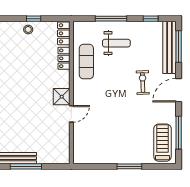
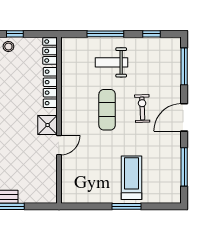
weight bench: (116, 43) -> (111, 62), turned 180
bench: (169, 47) -> (174, 68), removed
locker: (64, 58) -> (50, 87), width x1.53
exercise mat: (86, 62) -> (107, 110), moved
treadmill: (162, 143) -> (131, 178), moved

